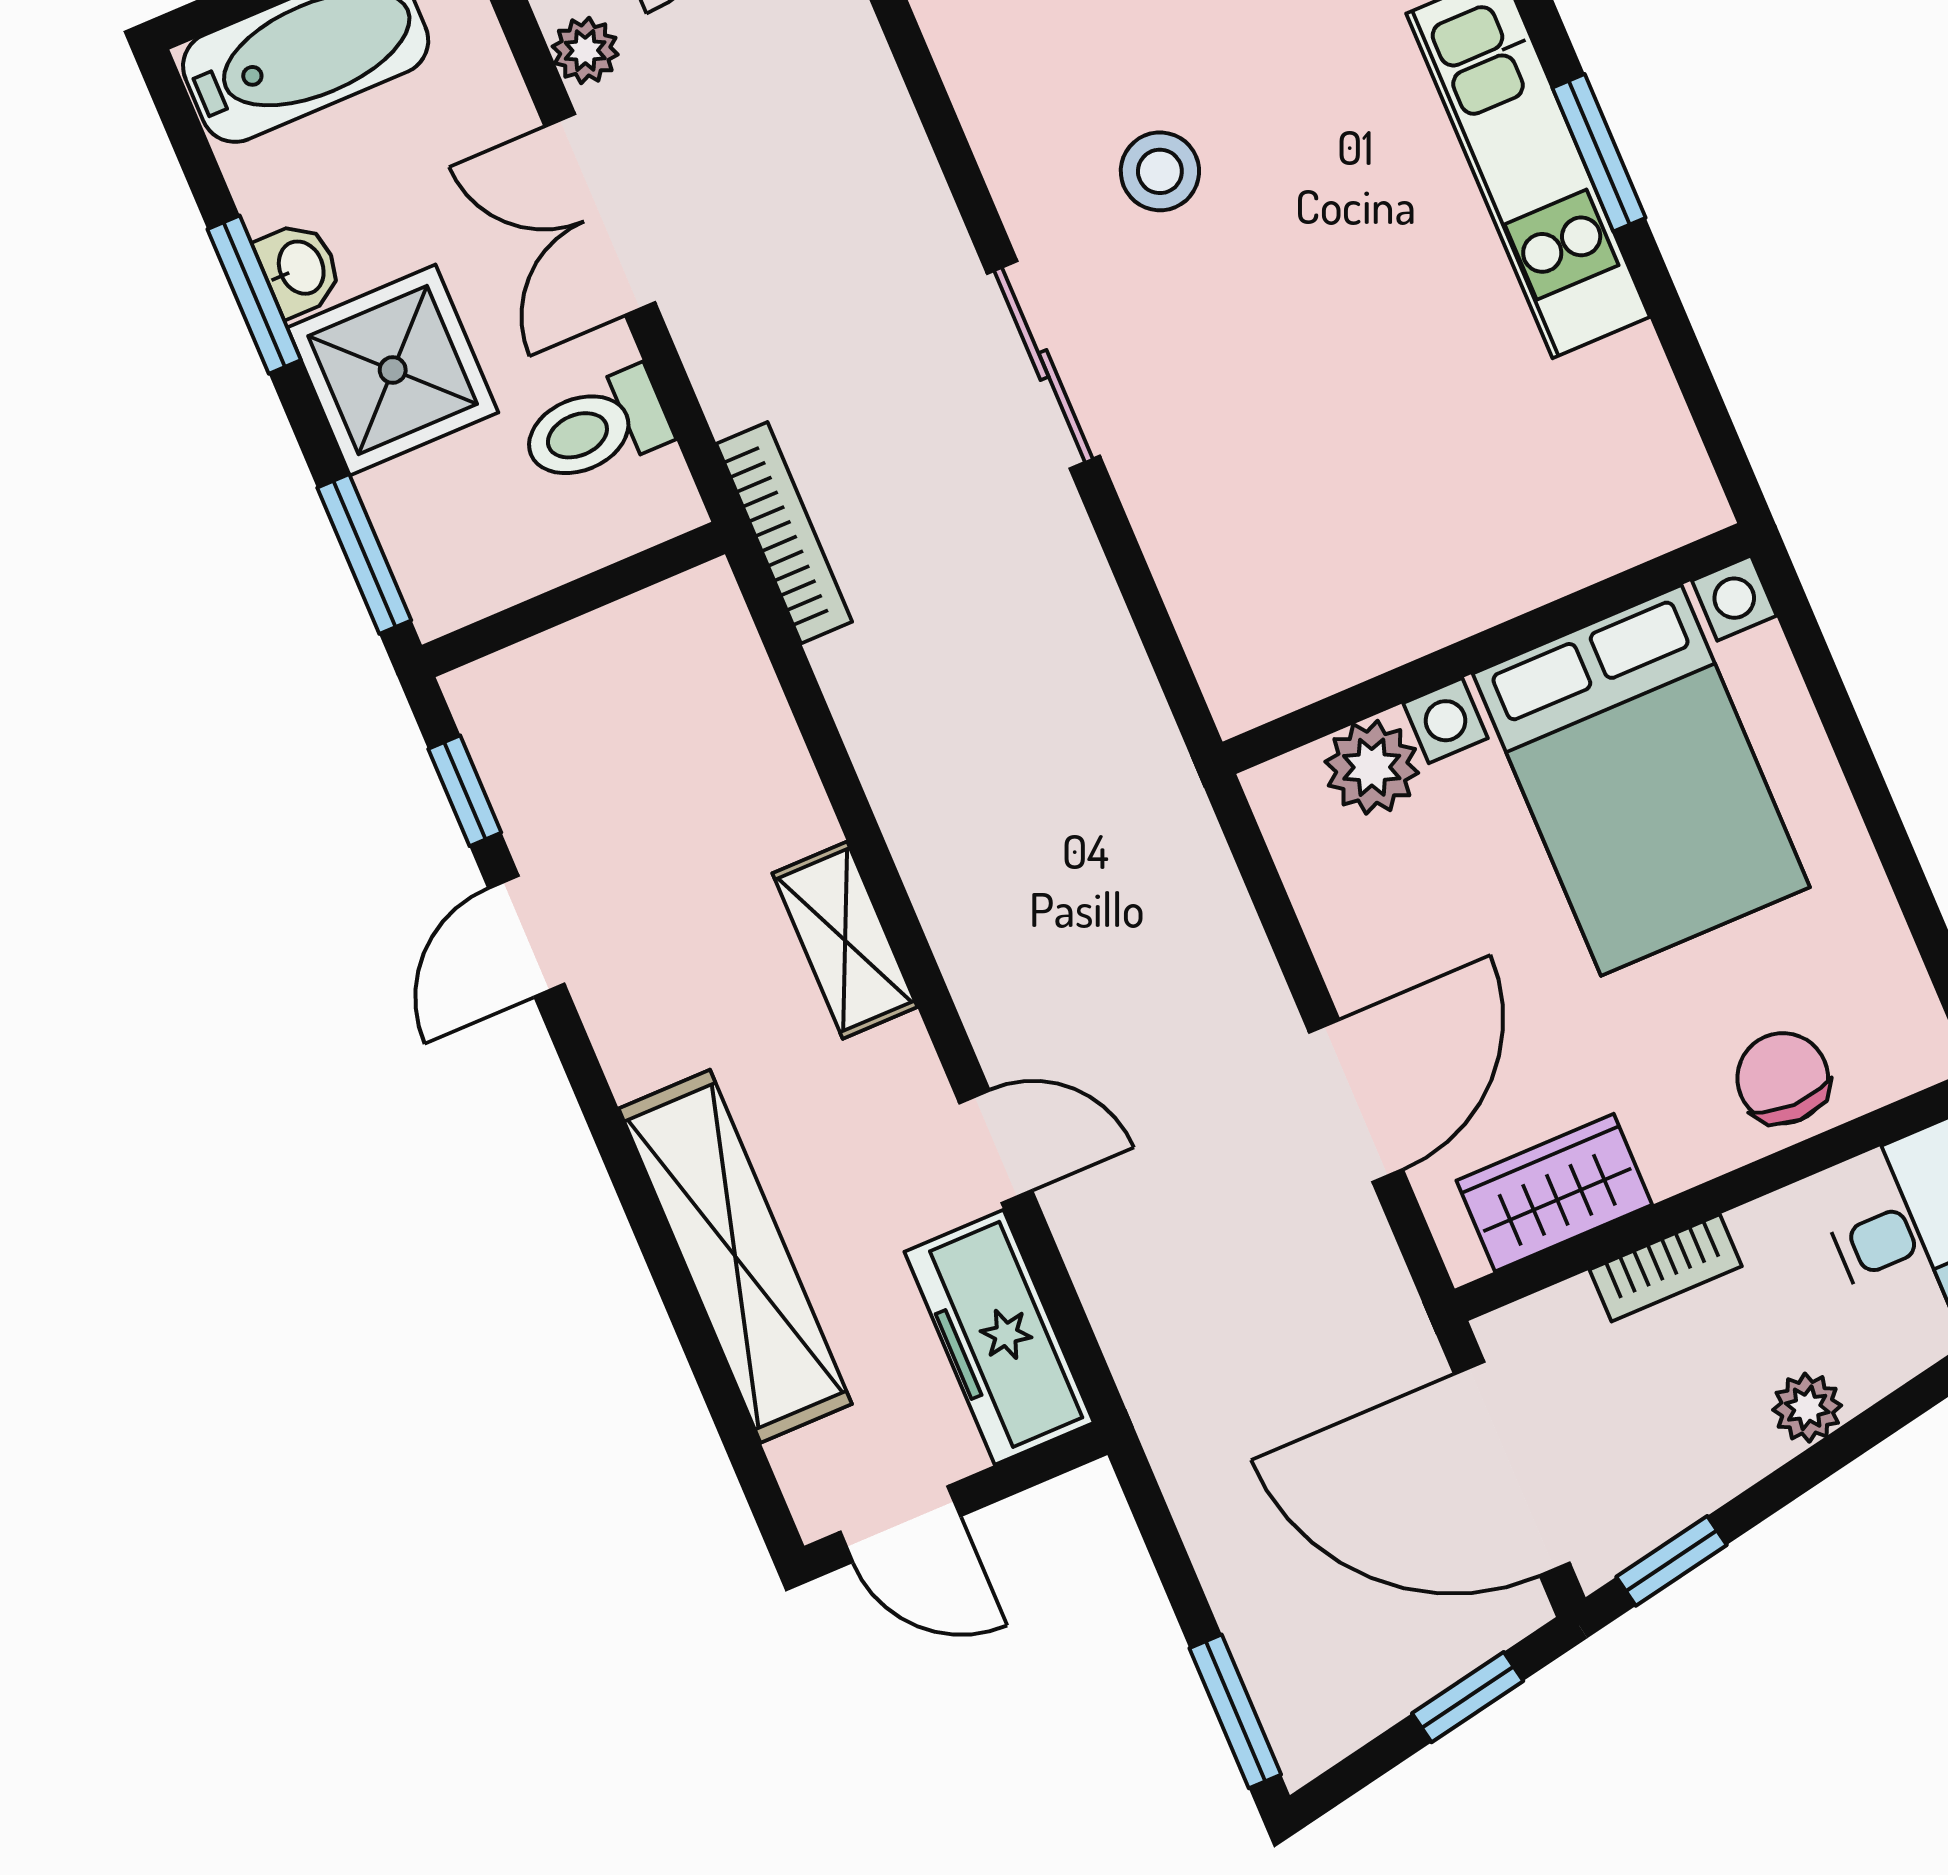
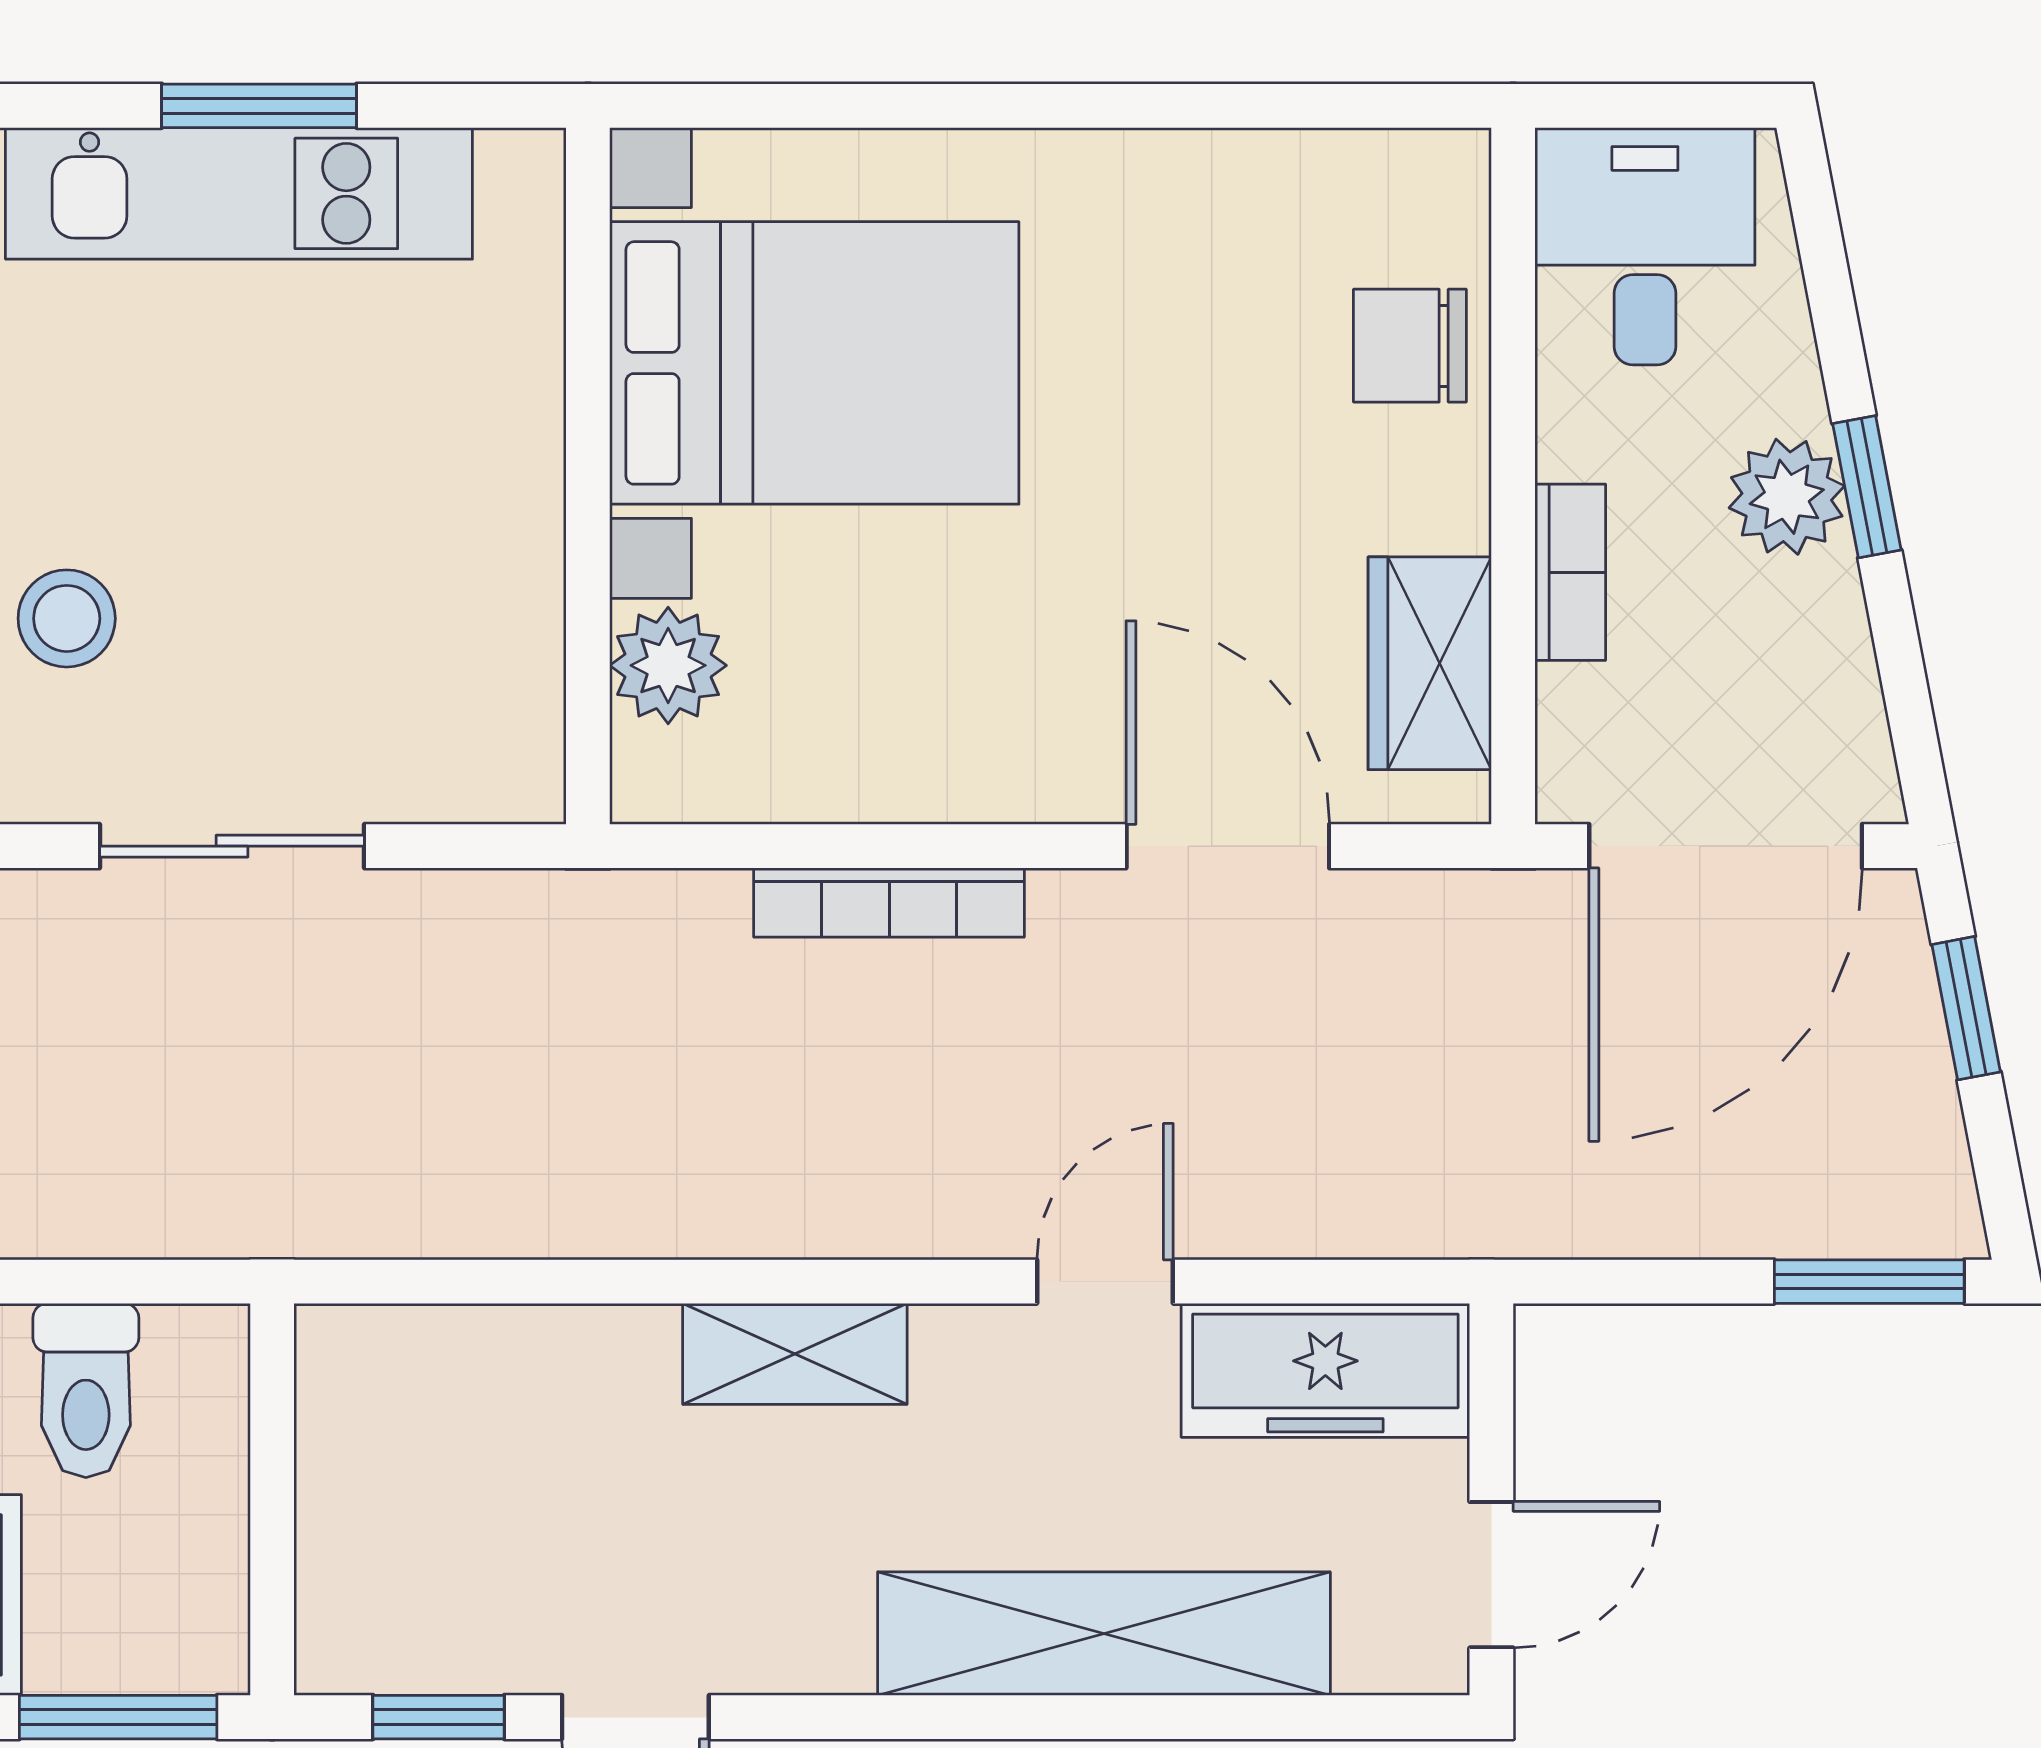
bookcase: (784, 533) -> (889, 903), moved, turned 180
wall: (1487, 649) -> (588, 476), moved
plant: (1372, 767) -> (668, 665), moved
bed with nightstands: (1641, 780) -> (814, 363), moved
plant: (1807, 1408) -> (1787, 497), width x1.38, depth x1.38
window: (1672, 1561) -> (1867, 487), moved

